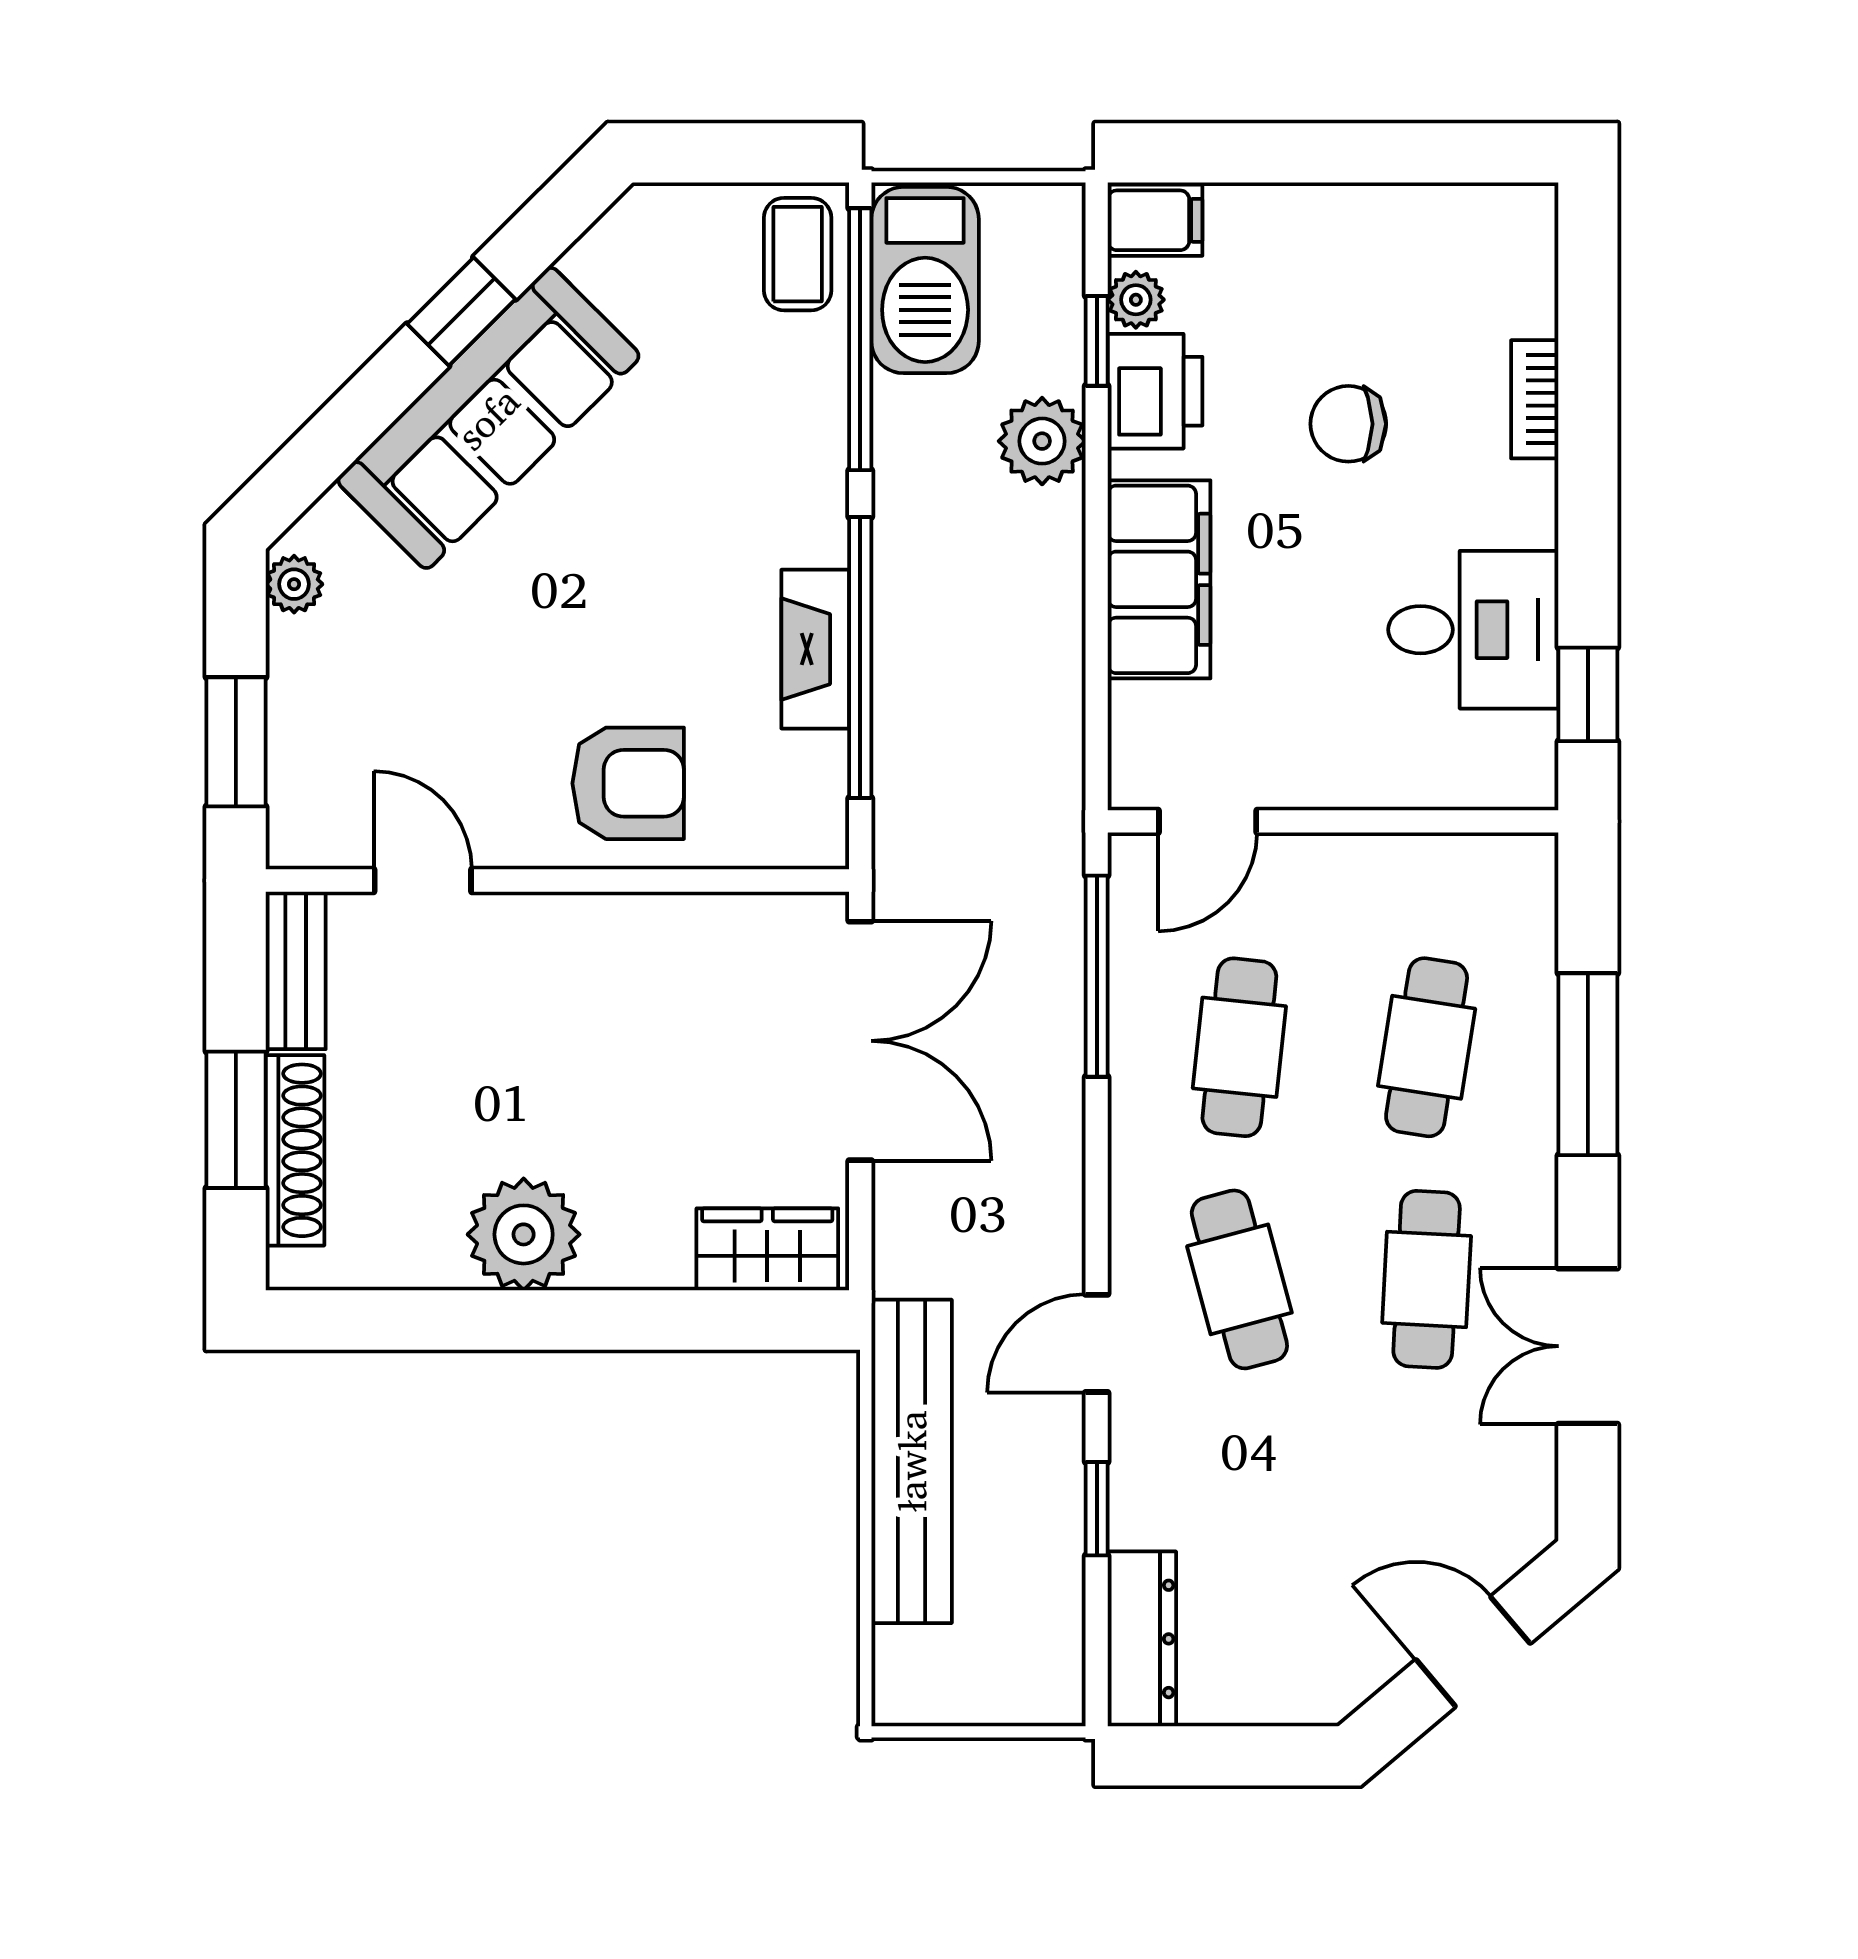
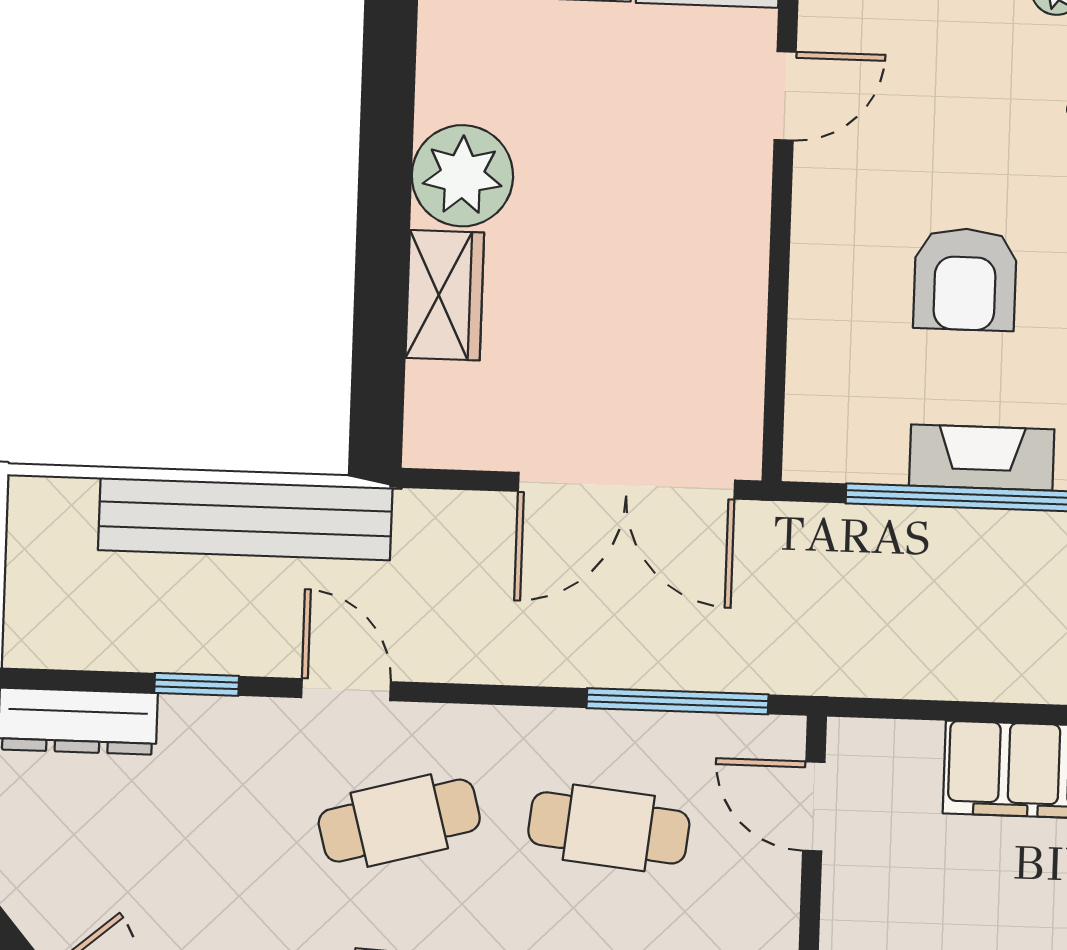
armchair: (628, 783) -> (965, 279), moved
wardrobe: (767, 1249) -> (445, 295), moved

